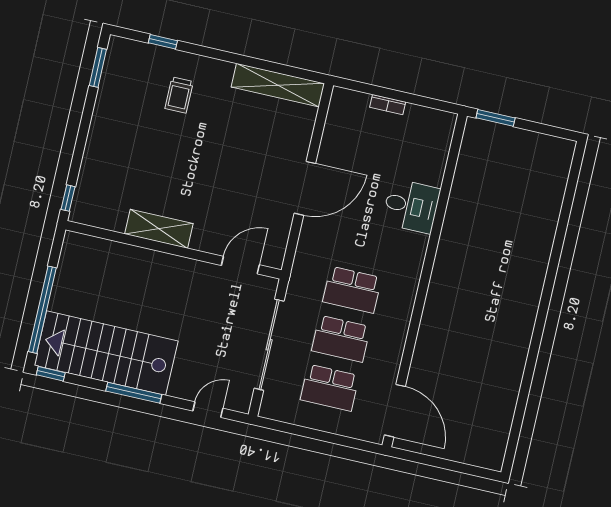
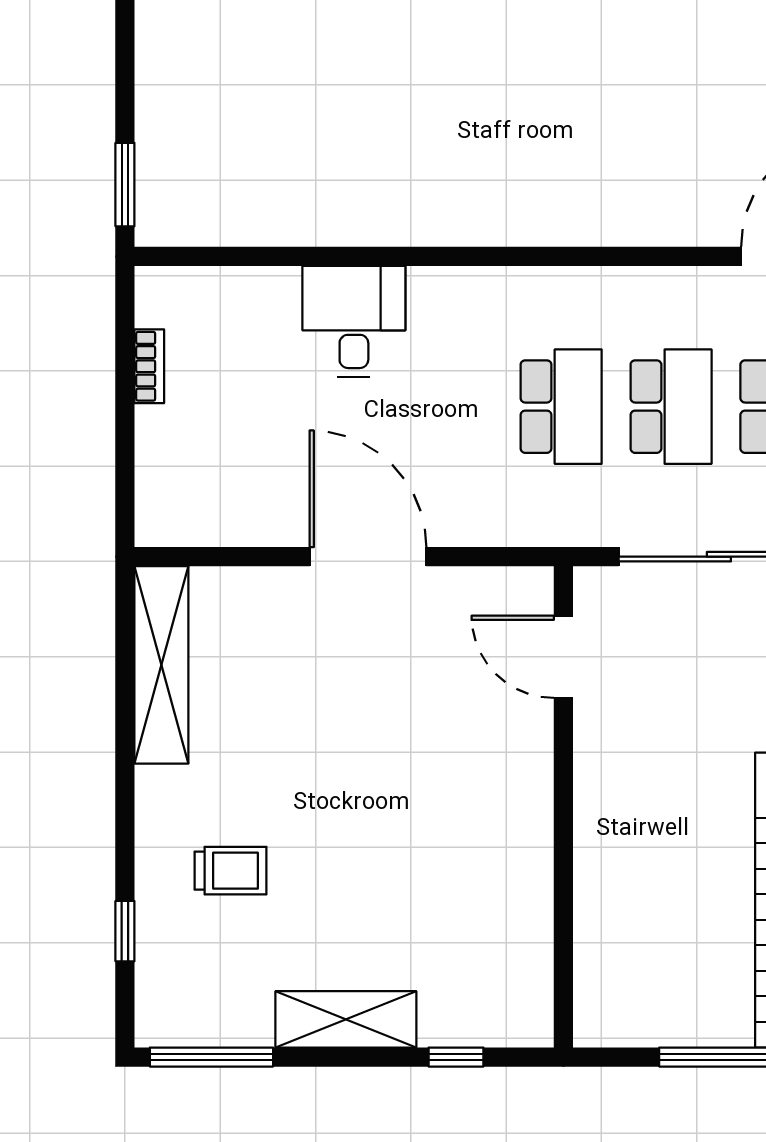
window: (98, 67) -> (211, 1057), width x1.44
bookcase: (388, 105) -> (149, 366), moved
window: (68, 198) -> (456, 1057), moved
shelving: (159, 229) -> (346, 1019), moved, turned 90

